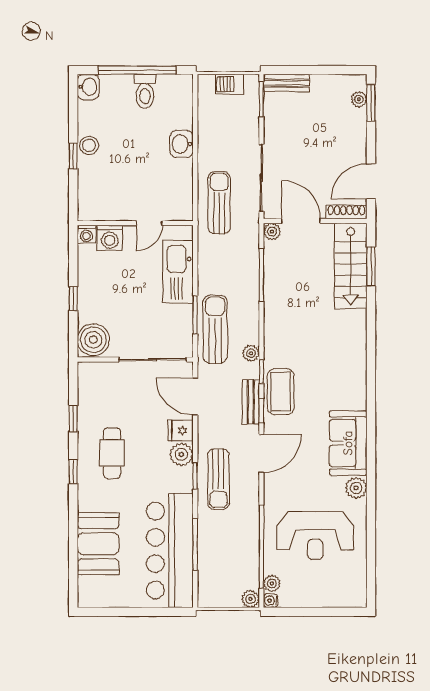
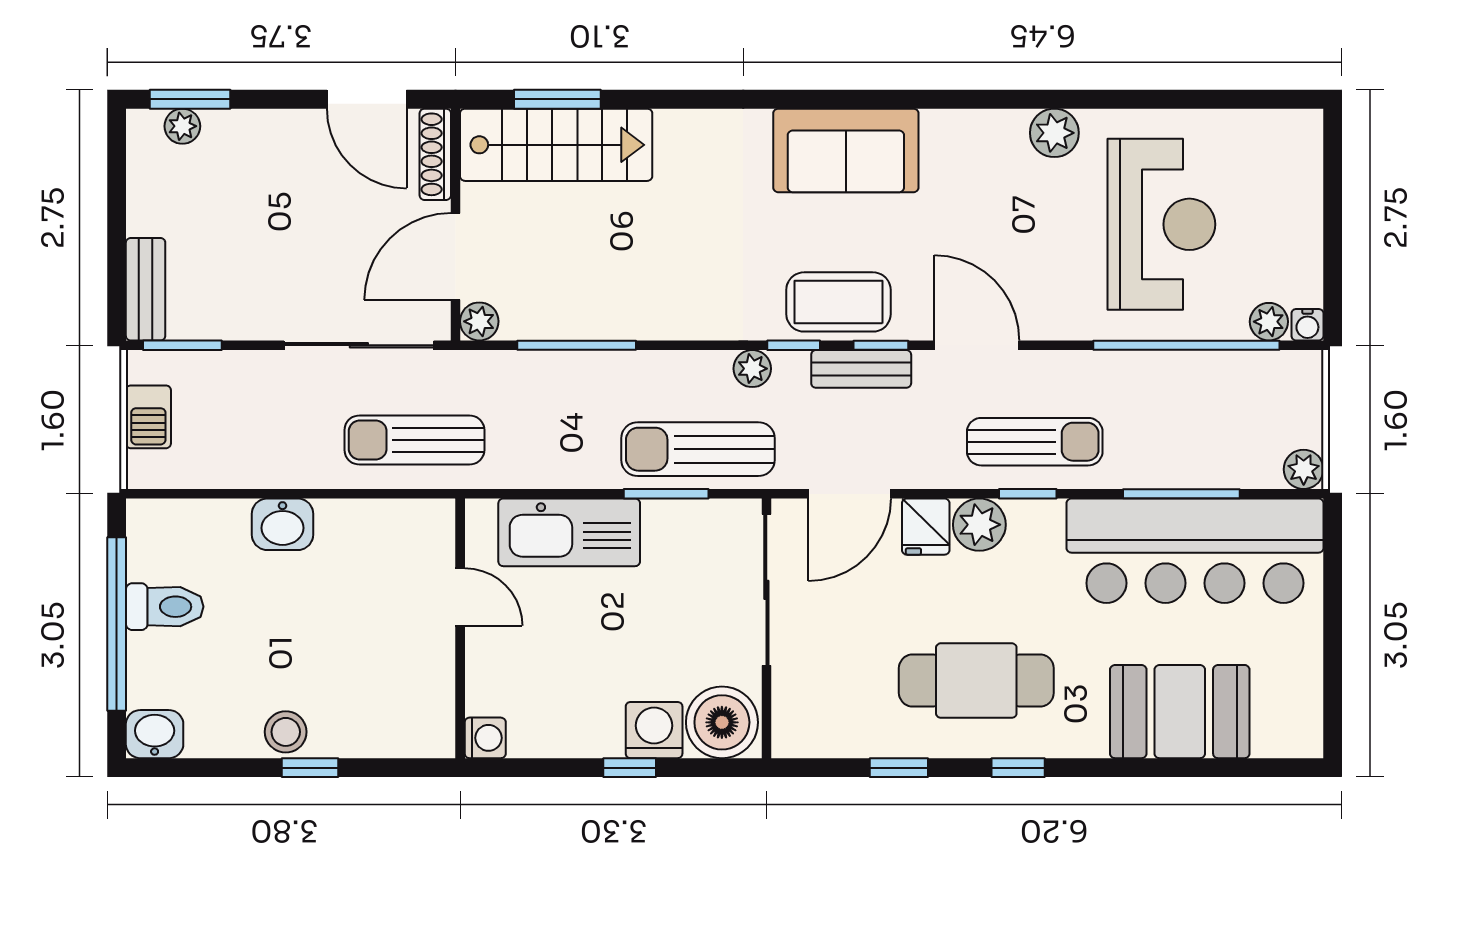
washing machine: (110, 238) -> (654, 730), moved, turned -90
sofa: (348, 443) -> (846, 150), moved
cafe table: (112, 453) -> (976, 681), width x1.37, depth x1.35
plant: (250, 599) -> (1304, 469), moved

